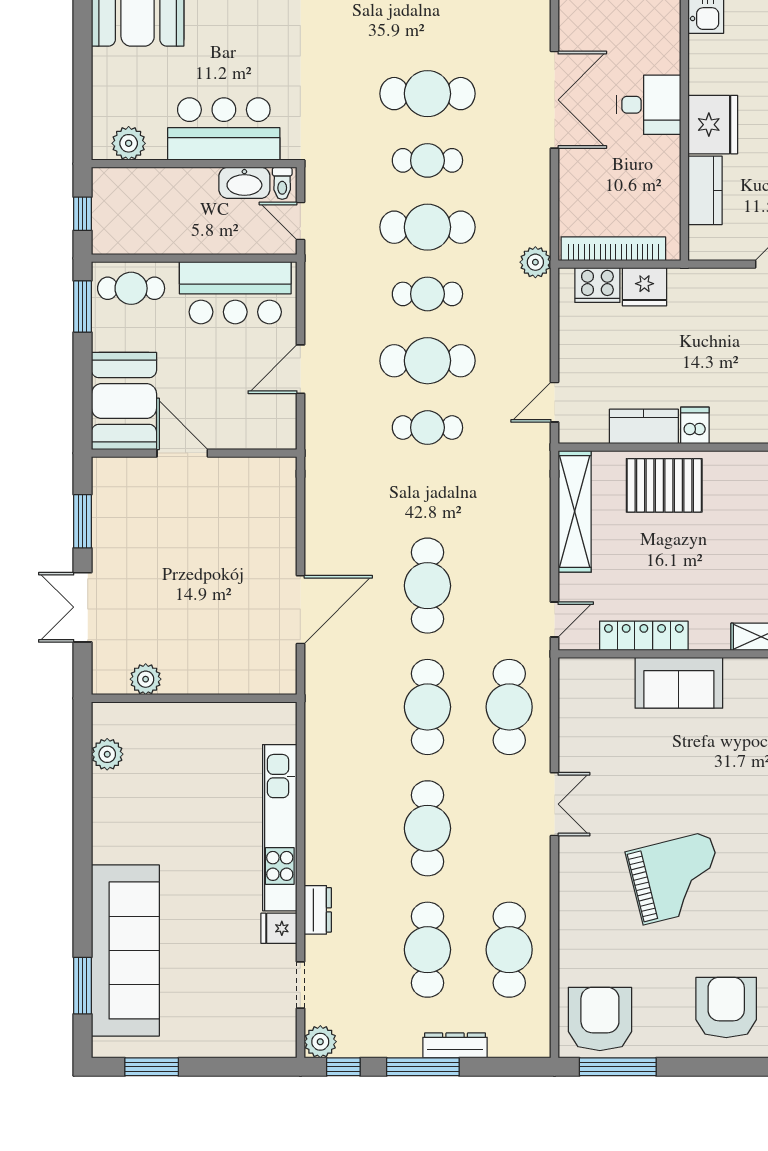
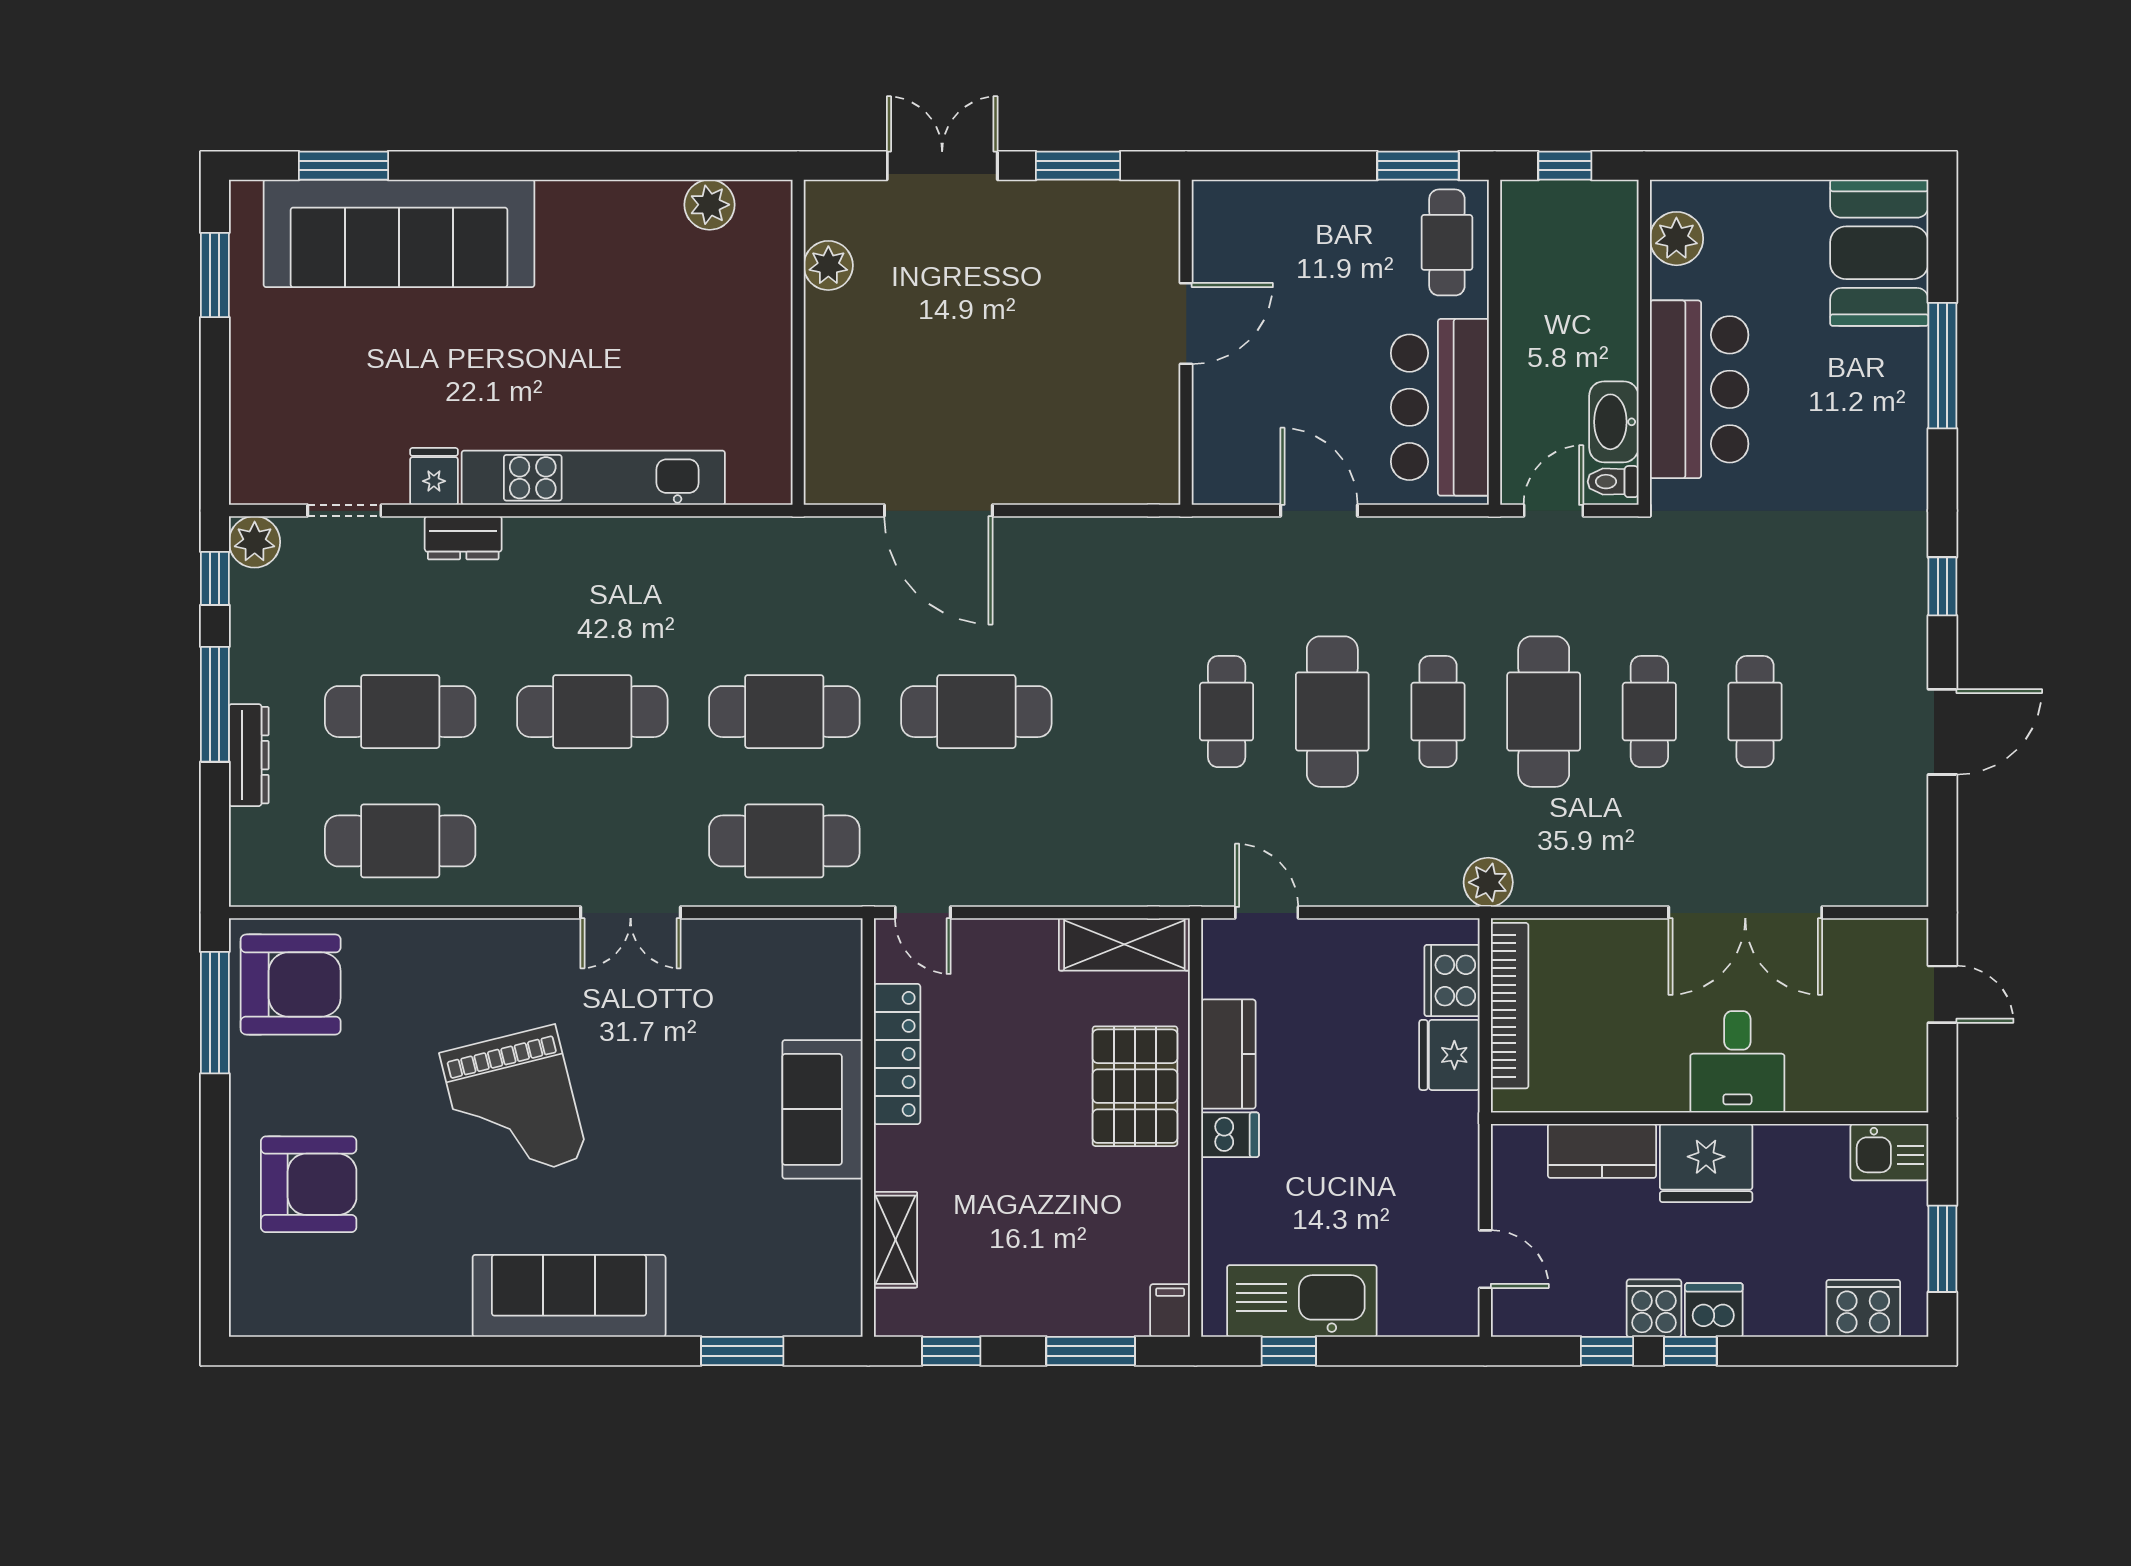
cafe table: (427, 94) -> (1755, 712), width x0.73, depth x0.74
booth: (124, 401) -> (1269, 231), removed
shelving: (575, 511) -> (1124, 944), width x0.68

